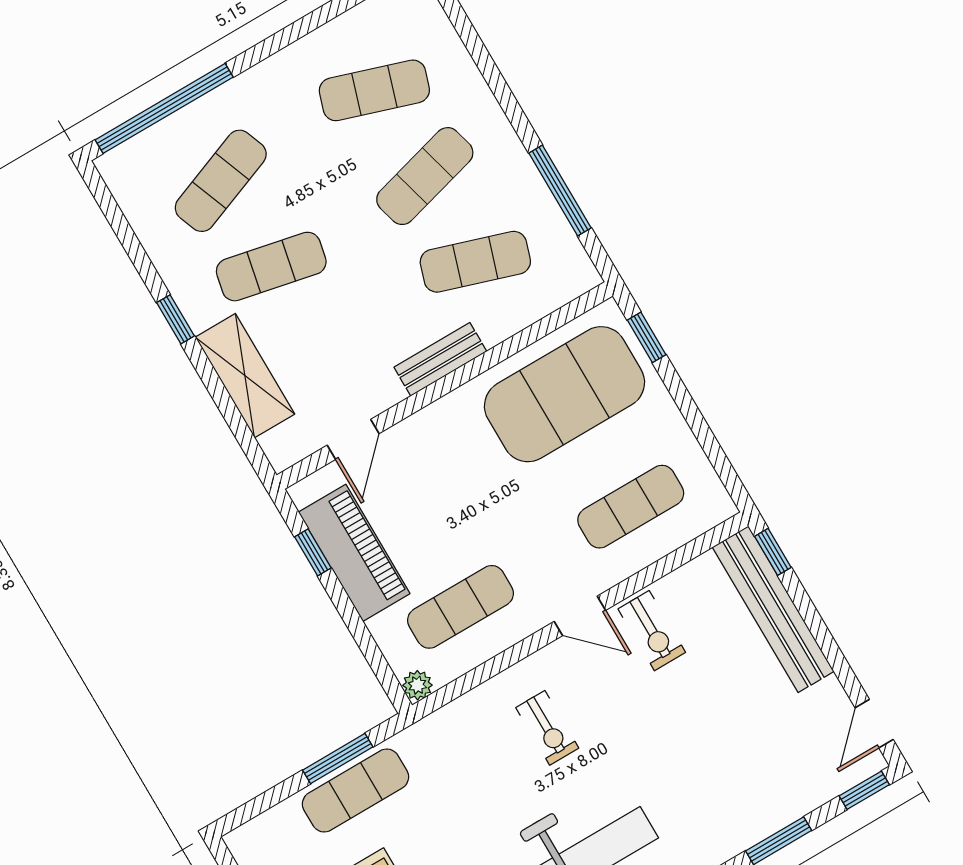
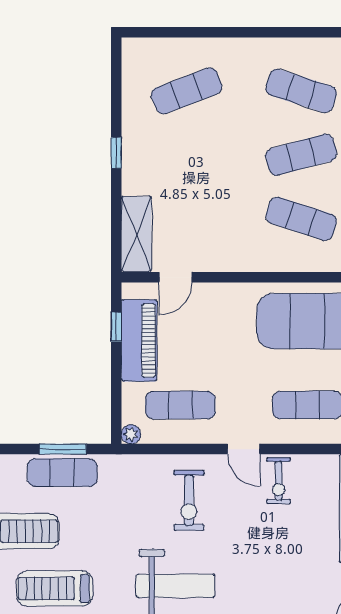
window: (164, 108) -> (179, 32), removed
exercise mat: (271, 267) -> (187, 155), removed
bench: (440, 359) -> (250, 261), removed
shelving: (245, 376) -> (136, 234), moved
exercise bike: (547, 728) -> (189, 500), width x1.38, depth x1.39

